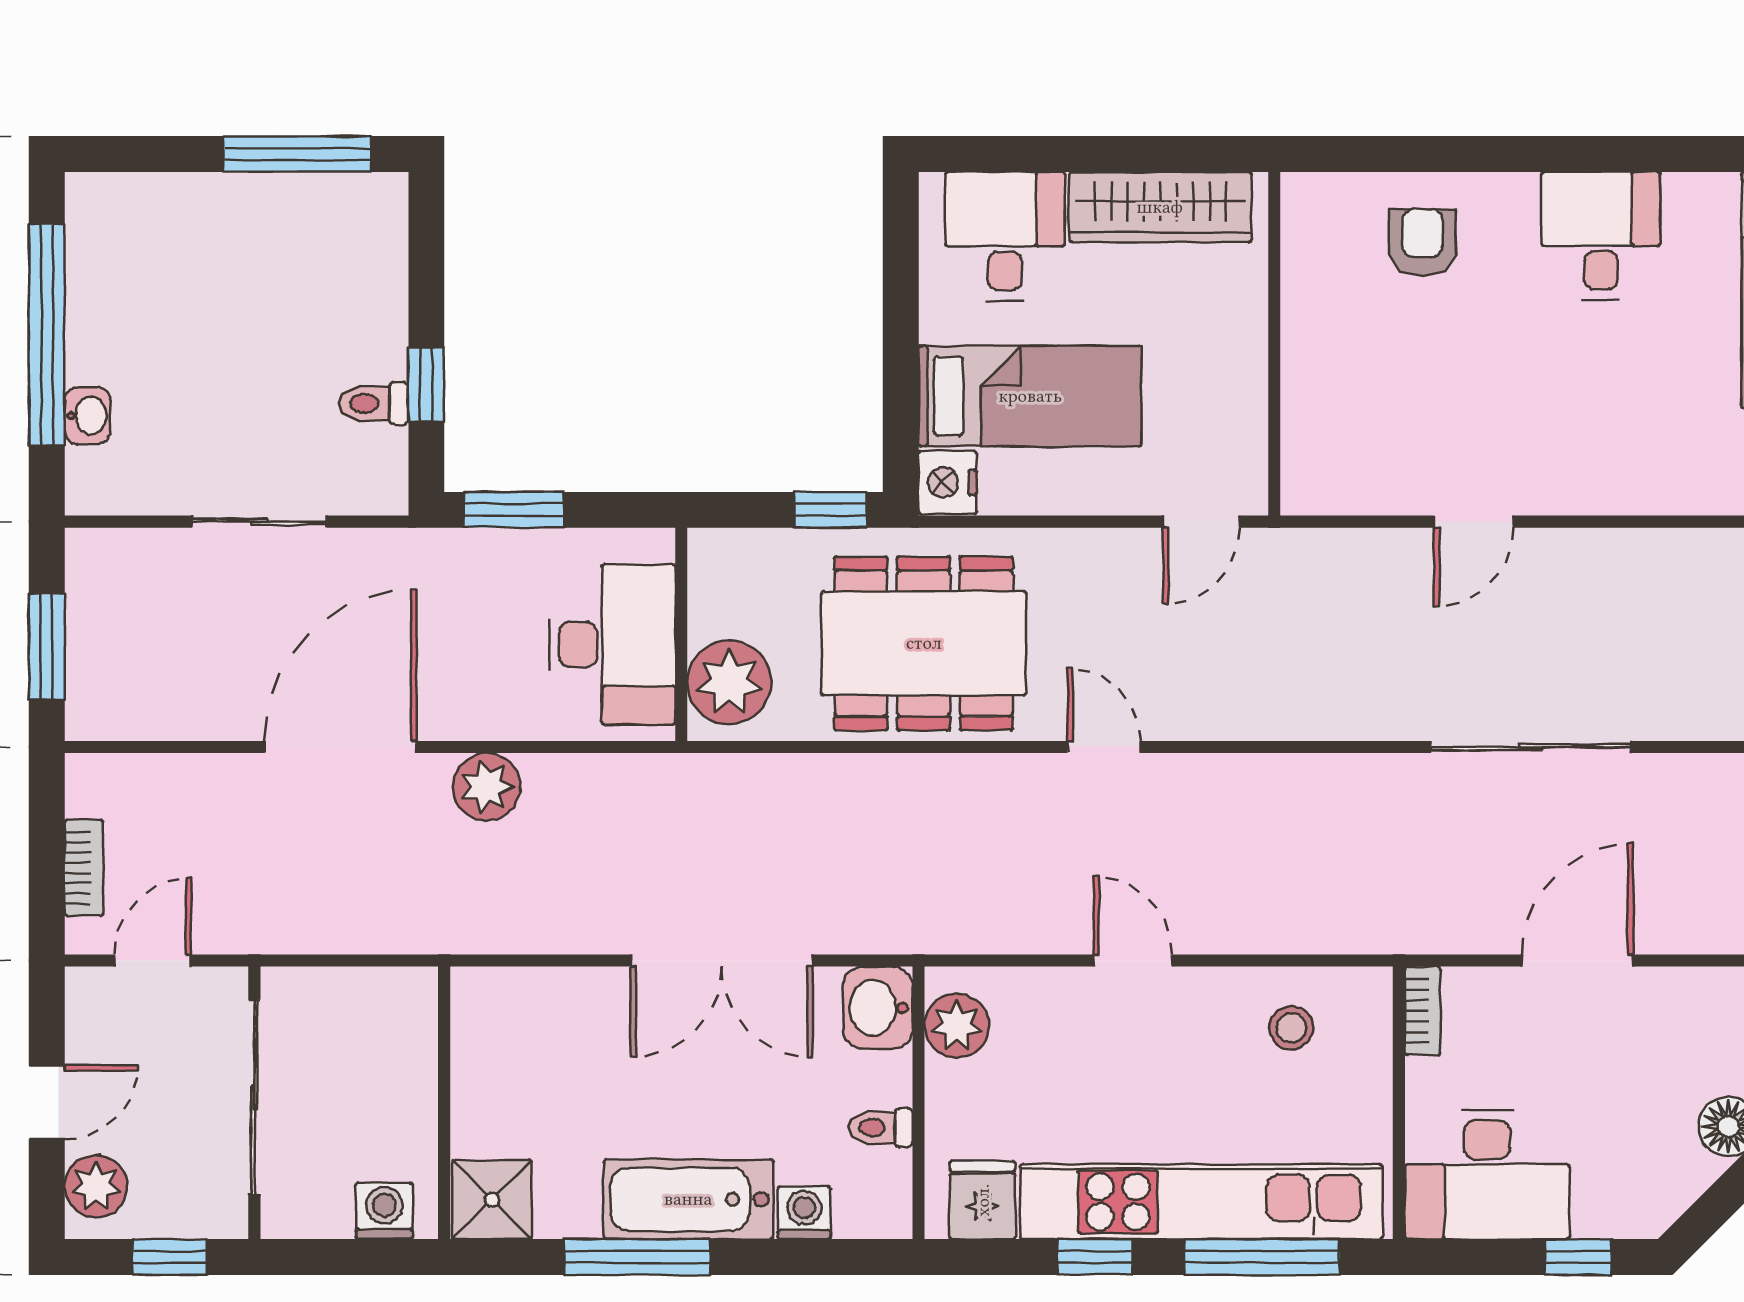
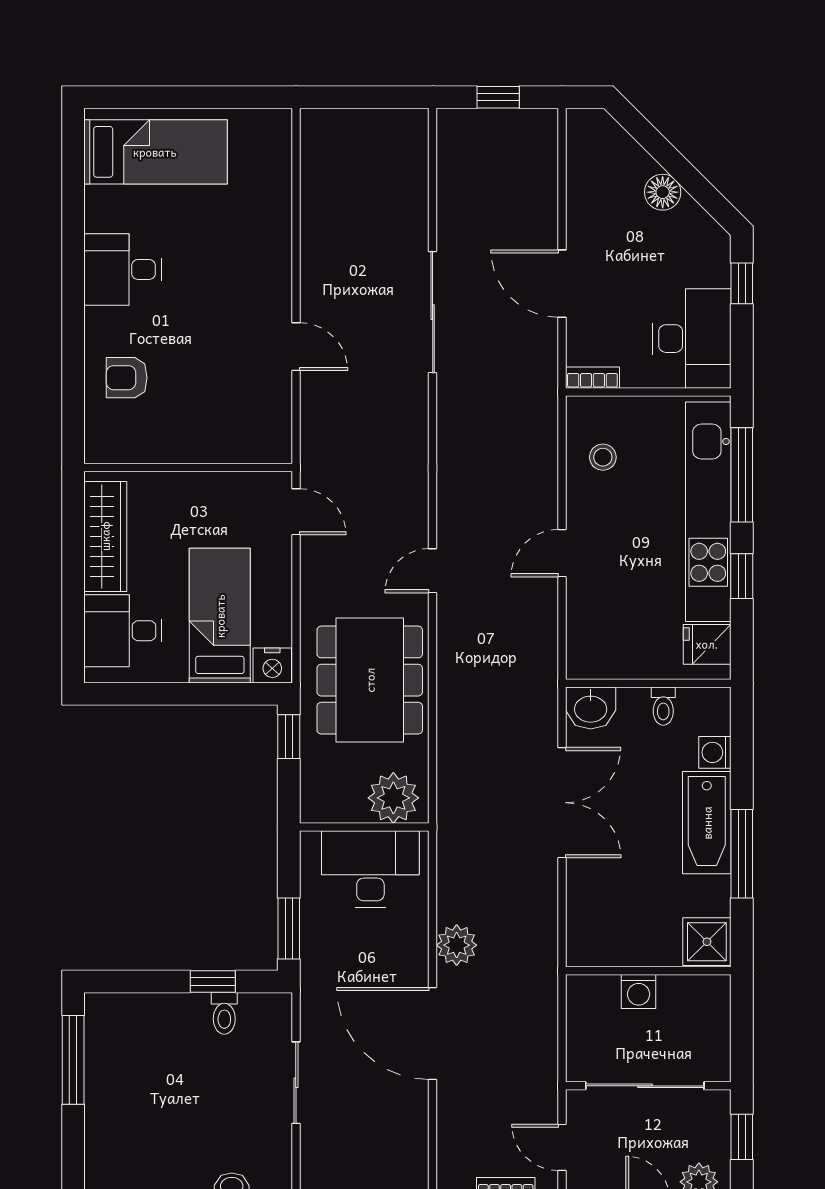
plant: (957, 1026) -> (602, 660), removed
washing machine: (384, 1211) -> (639, 991), moved, turned -90

